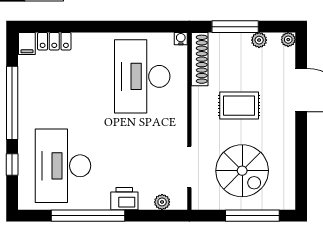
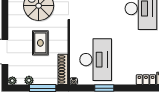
window: (127, 27) -> (104, 88), added
rug: (239, 106) -> (40, 43), turned 90

